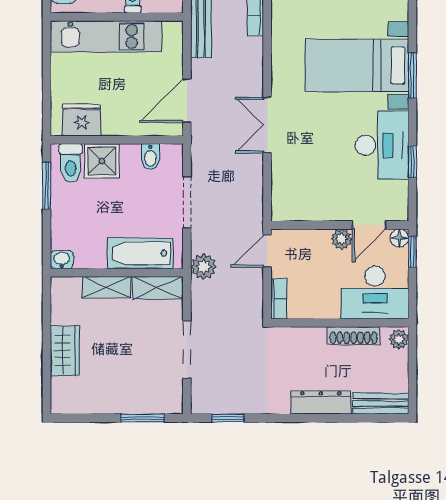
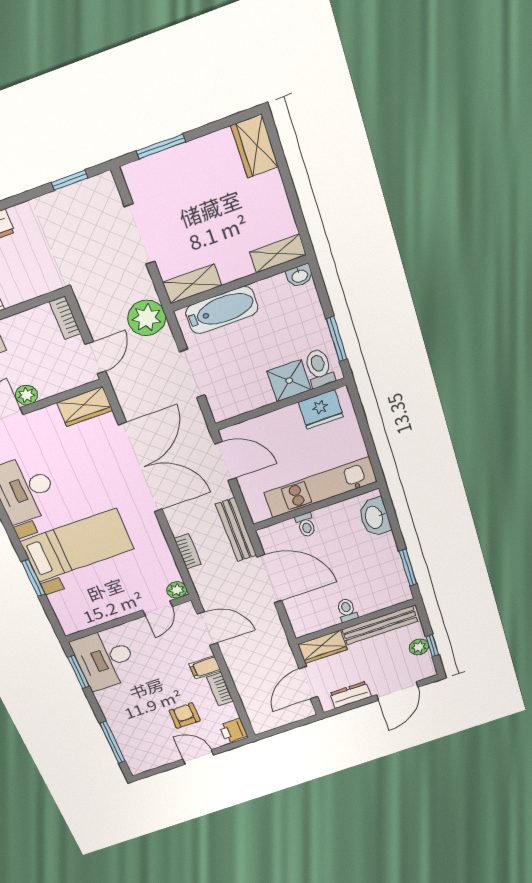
window: (412, 76) -> (33, 578), moved
door: (187, 101) -> (225, 461), hinge flipped
double door: (267, 125) -> (141, 468), width x1.87
bidet: (150, 157) -> (243, 401), removed
wardrobe: (295, 208) -> (85, 406), added
plant: (204, 267) -> (147, 318), width x1.36, depth x1.36
shelving: (106, 287) -> (278, 254), moved
wardrobe: (65, 350) -> (255, 146), moved

